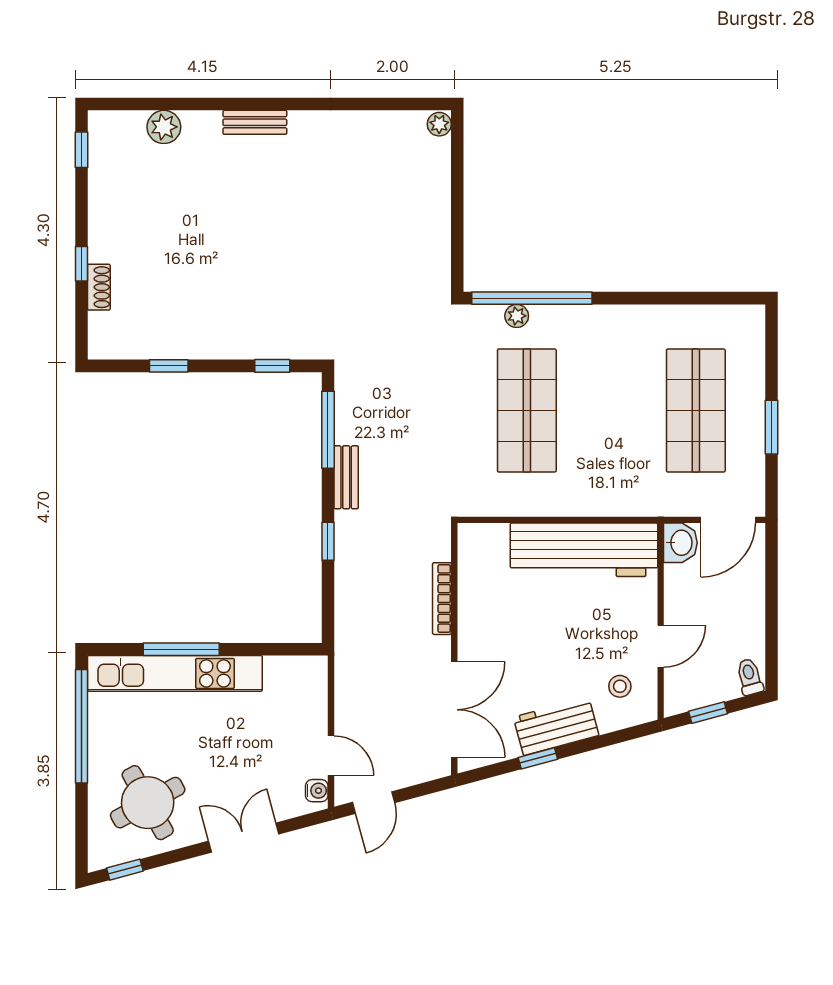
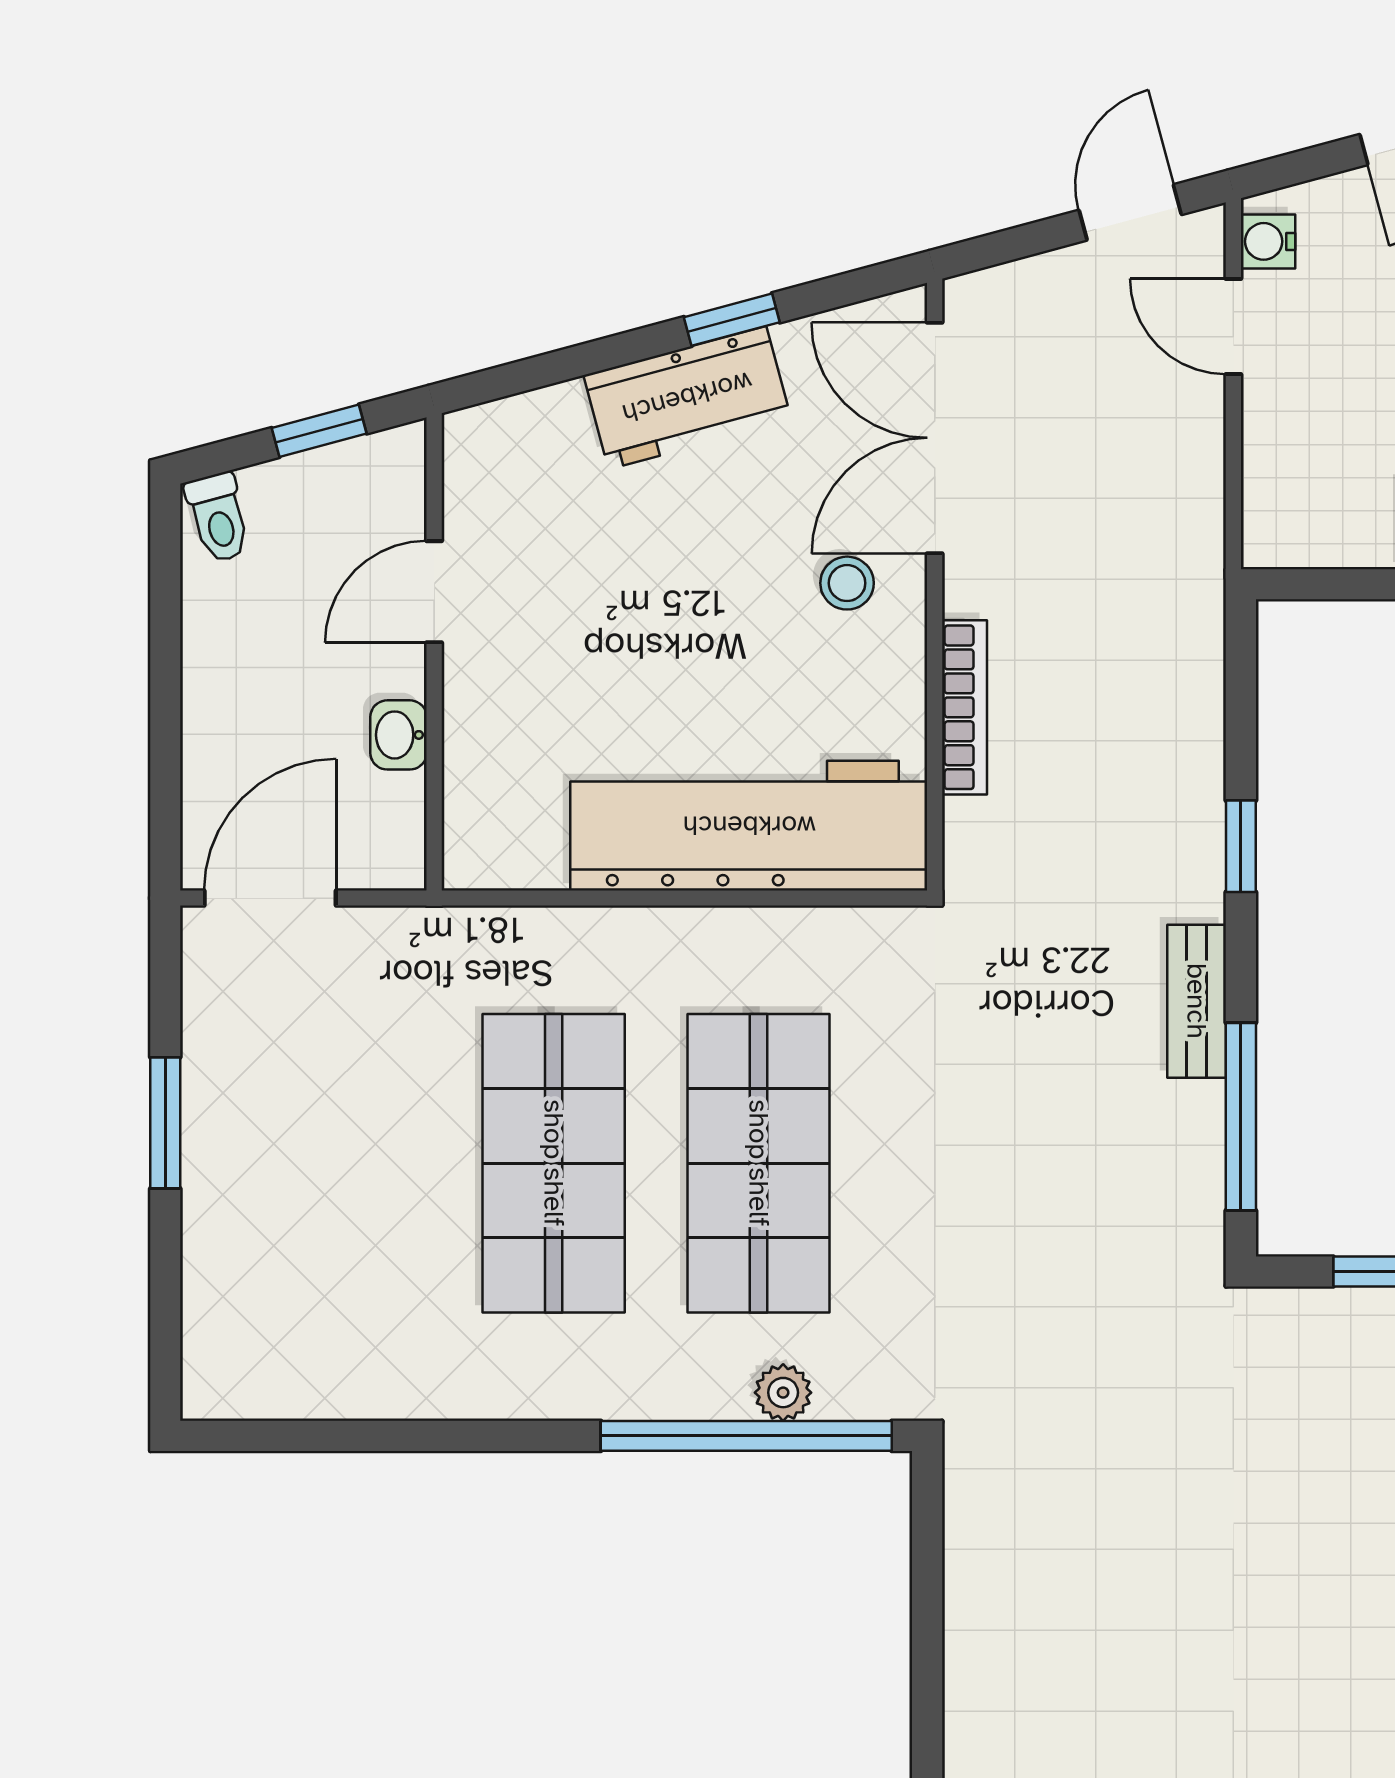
shop shelf: (696, 411) -> (554, 1163), moved
washbasin: (680, 543) -> (399, 735), moved, width x0.72, depth x0.69
workbench: (584, 550) -> (749, 826), moved
stool: (620, 686) -> (847, 583), moved

